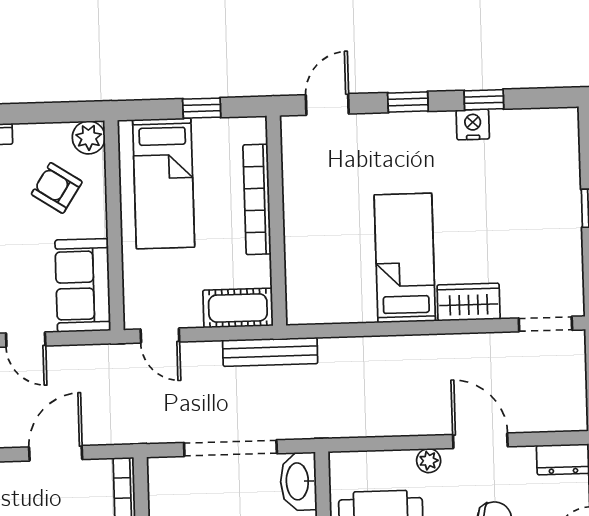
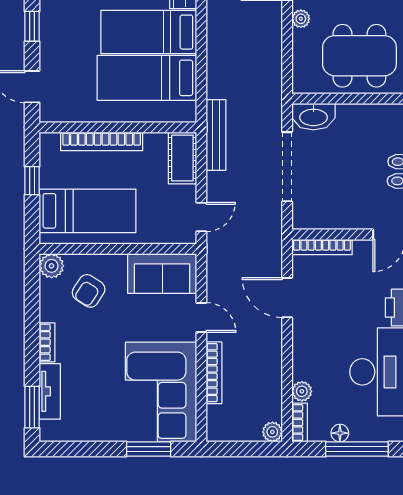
bed: (344, 257) -> (147, 78), added
door: (26, 340) -> (201, 317), hinge flipped

